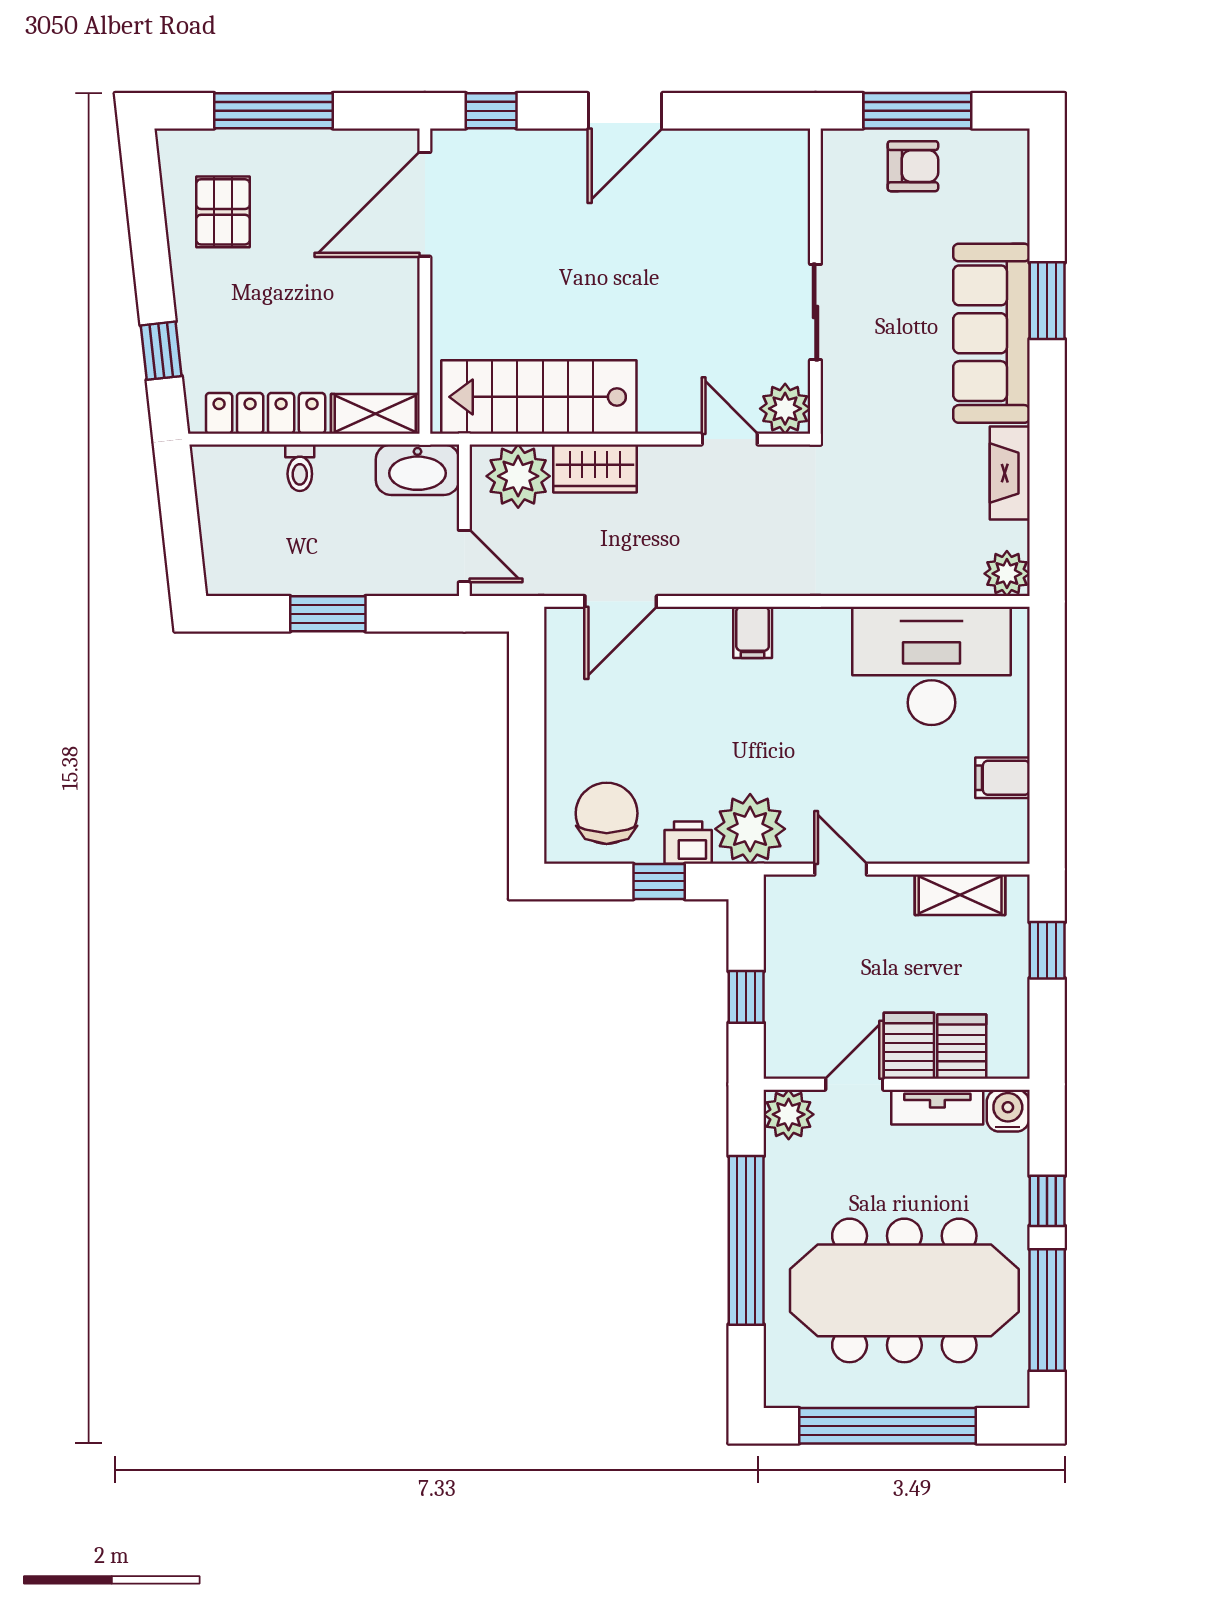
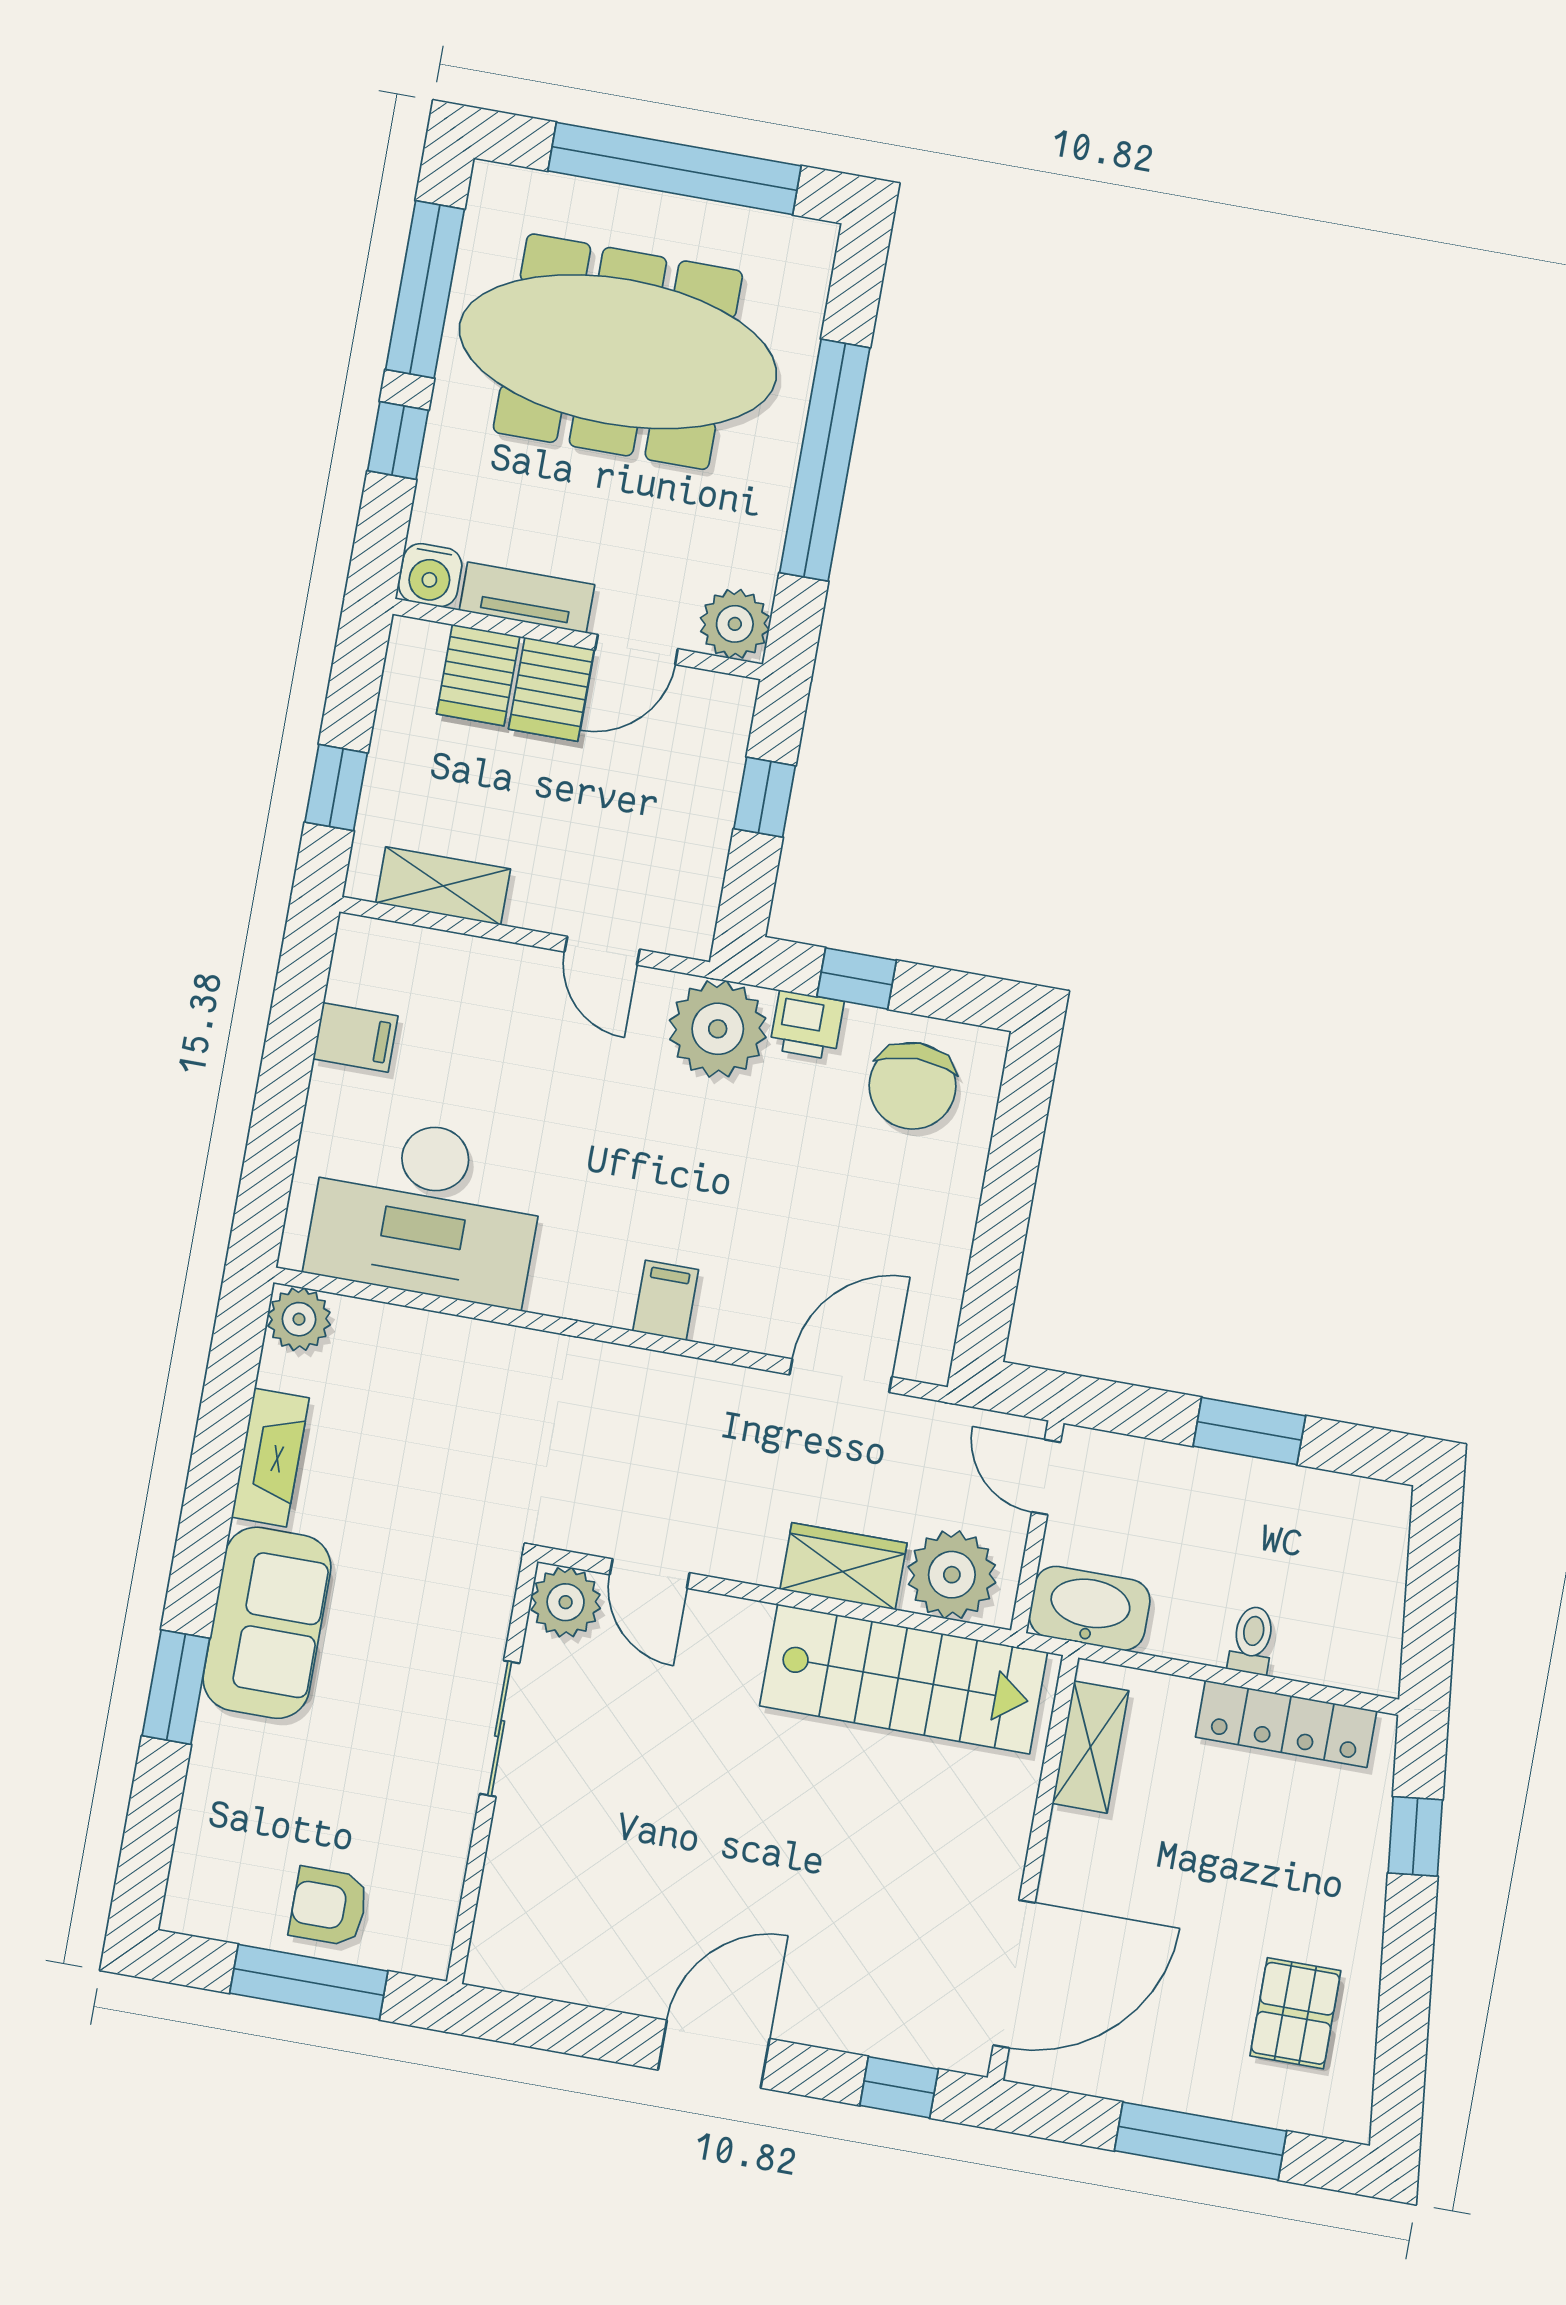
sofa: (992, 333) -> (267, 1623), width x0.73
shelving: (375, 414) -> (1090, 1747), moved, turned 90

